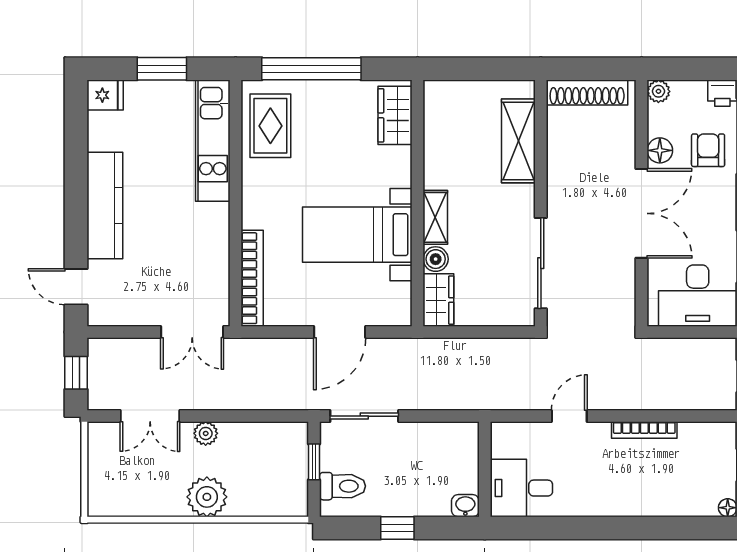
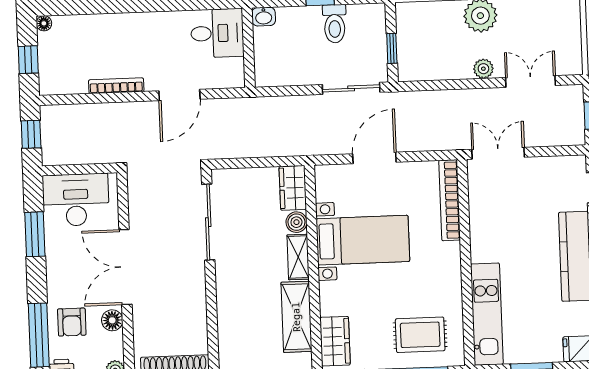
rug: (270, 126) -> (420, 335), moved, turned 90
shelving: (518, 141) -> (296, 317), moved
door: (569, 416) -> (179, 95), width x1.38
toilet: (342, 486) -> (335, 24), moved, turned -90

